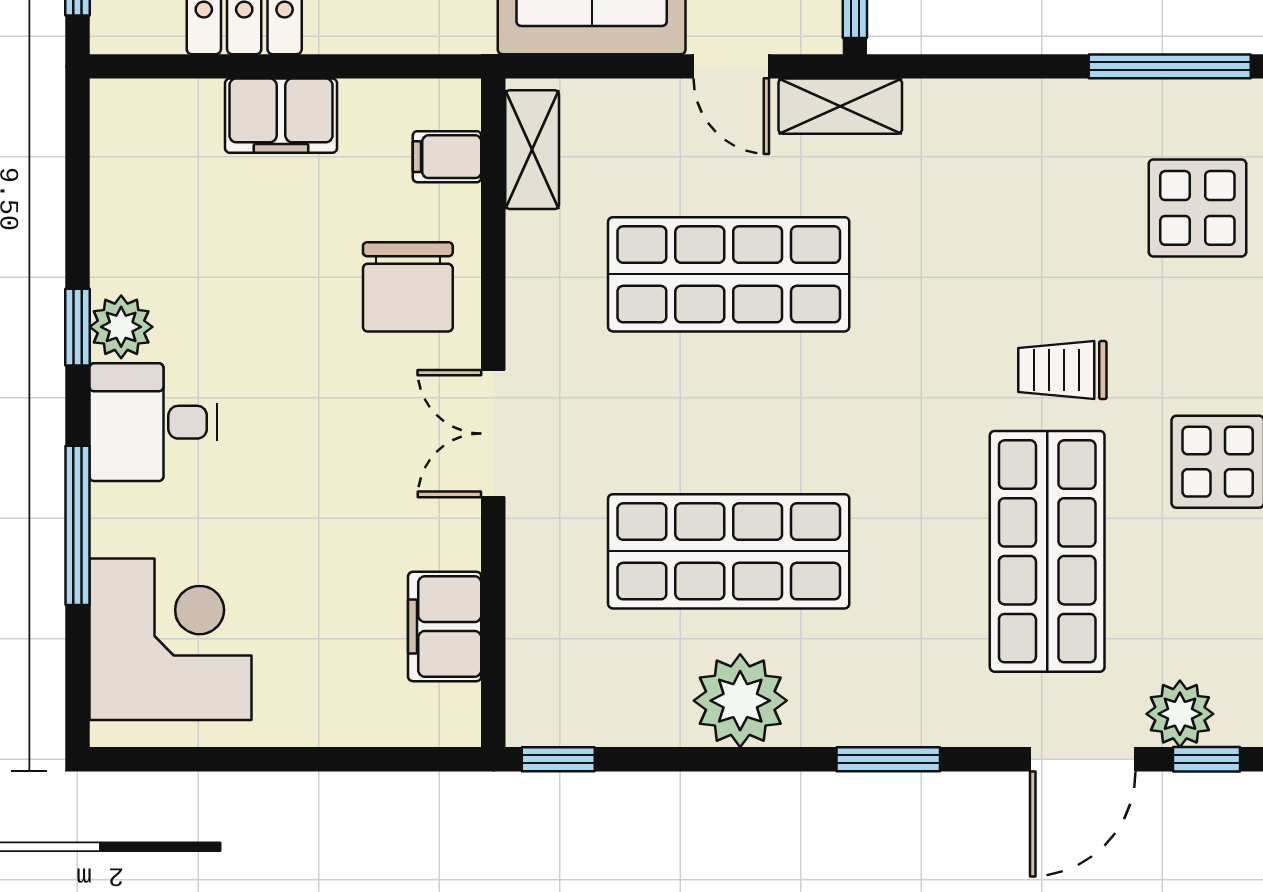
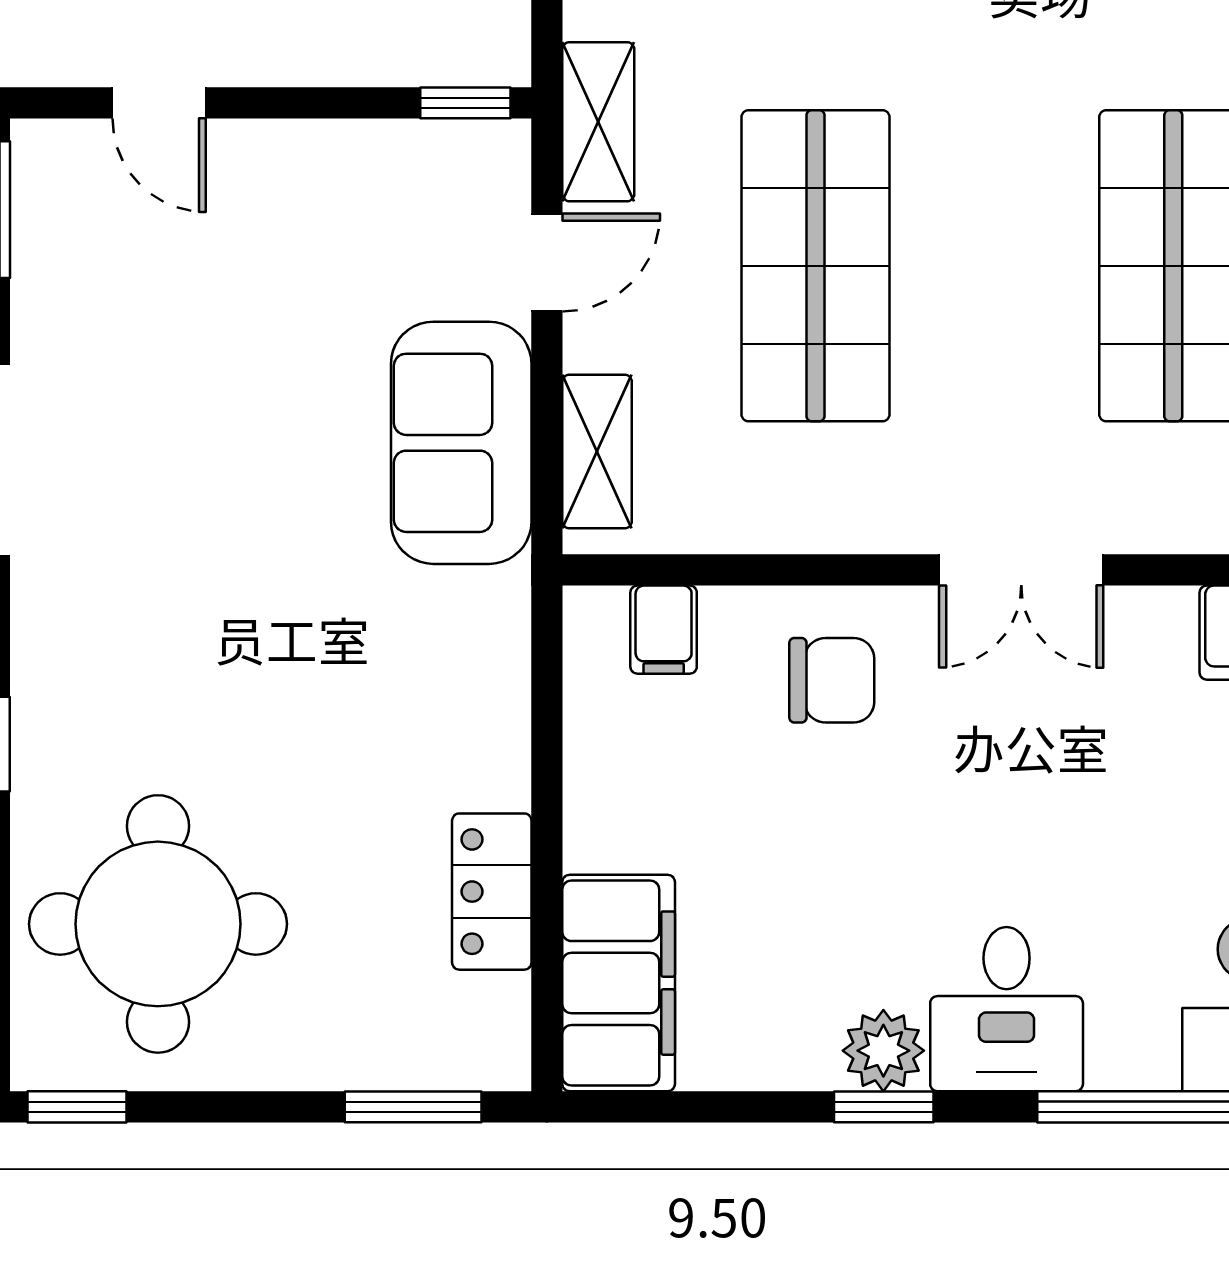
filing cabinet: (281, 116) -> (619, 983), moved, width x1.50, depth x1.17
shelving: (532, 150) -> (597, 452), moved, turned 90
chair: (408, 287) -> (832, 680), width x0.73, depth x0.73

